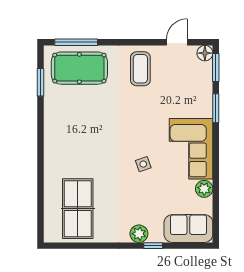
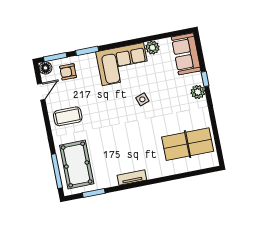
door: (177, 42) -> (41, 92), swing flipped
armchair: (195, 80) -> (68, 72), added
tv unit: (50, 132) -> (132, 178), added

